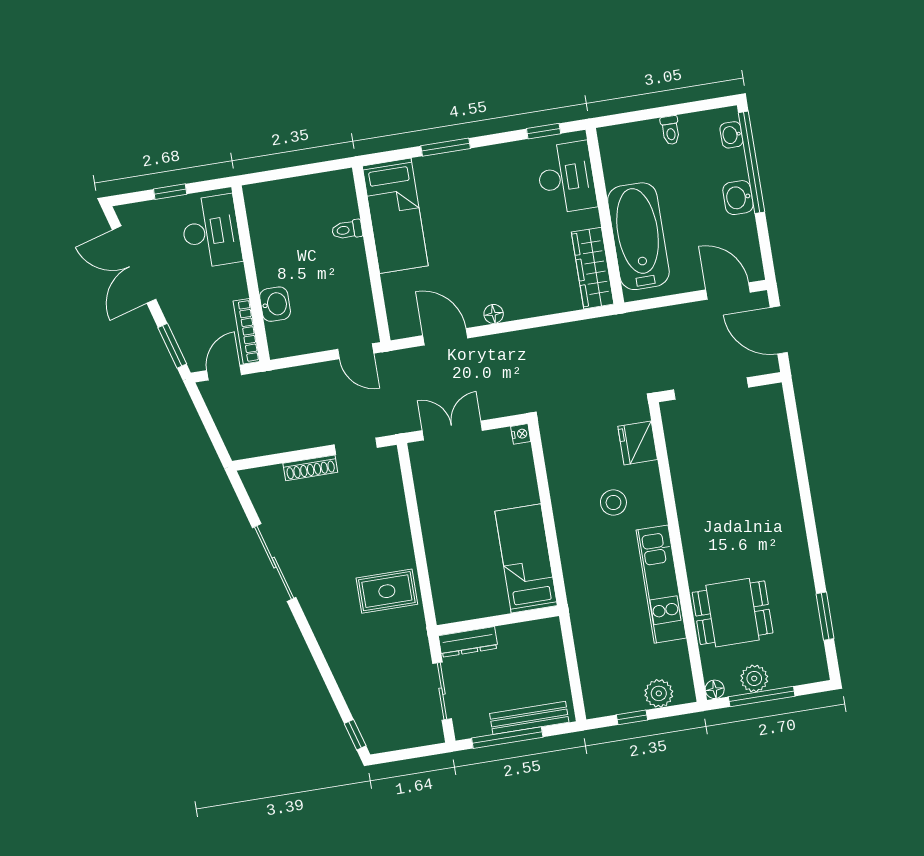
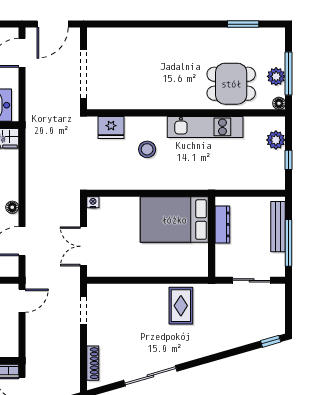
shoe rack: (310, 468) -> (93, 363), moved
bed: (526, 558) -> (174, 220), width x1.50
dining table: (733, 613) -> (231, 84), turned 90
dresser: (468, 642) -> (222, 224), moved

